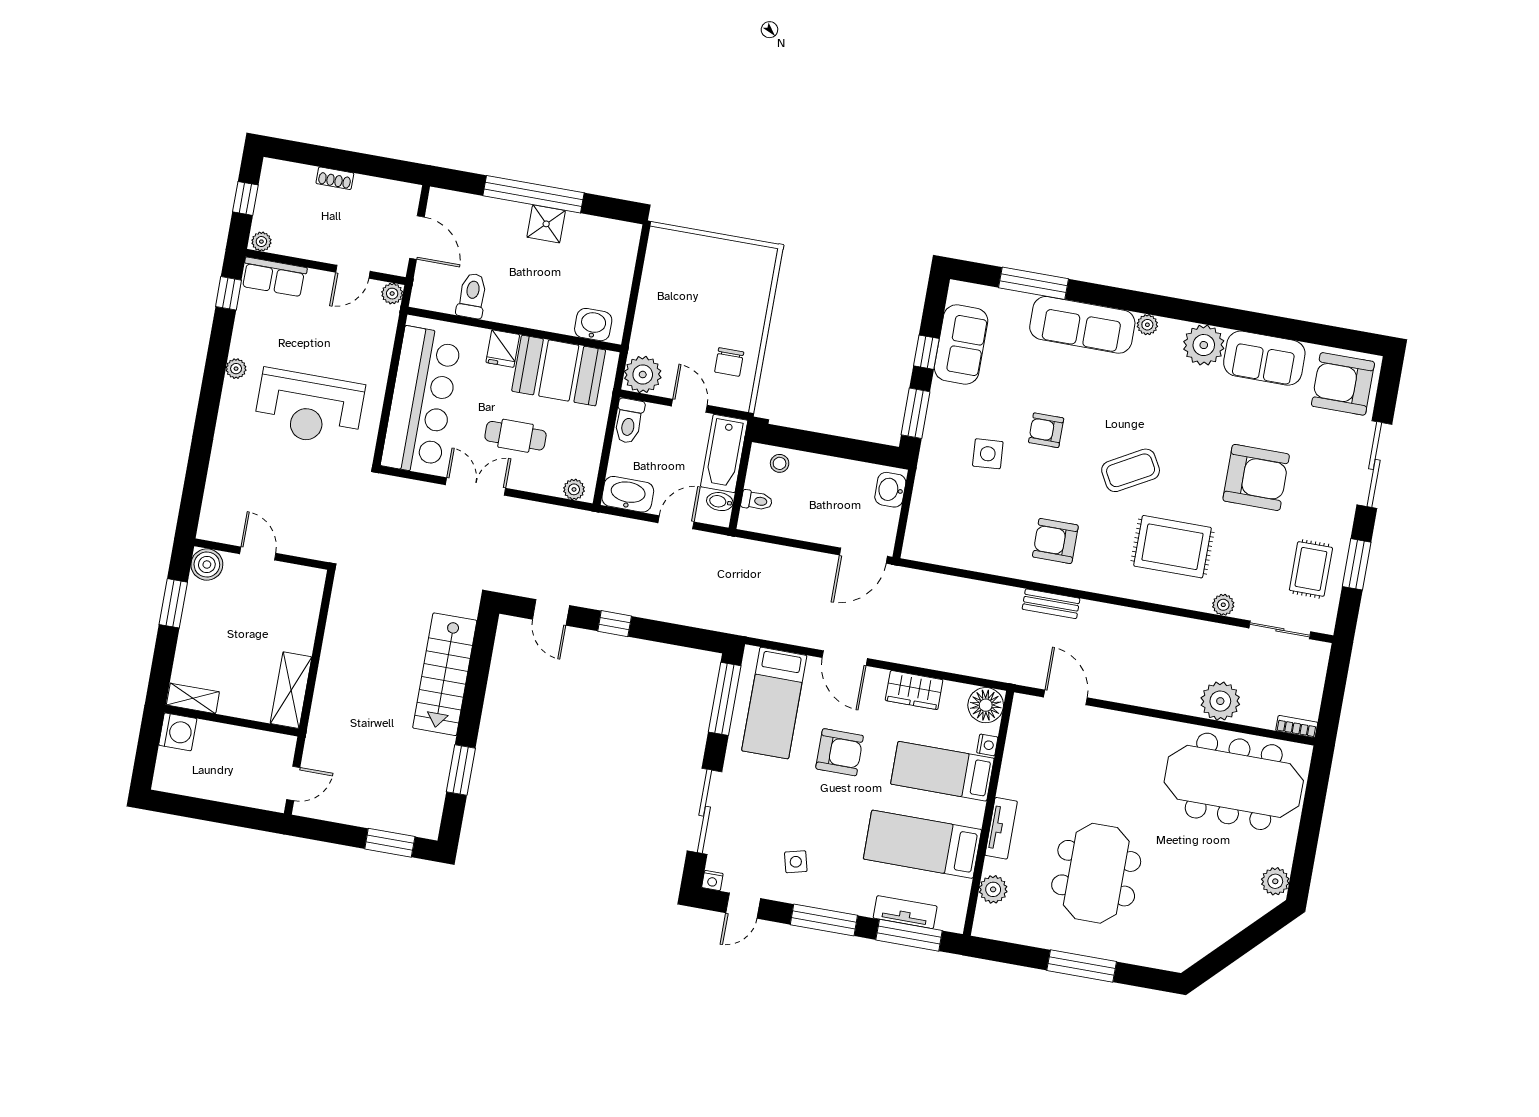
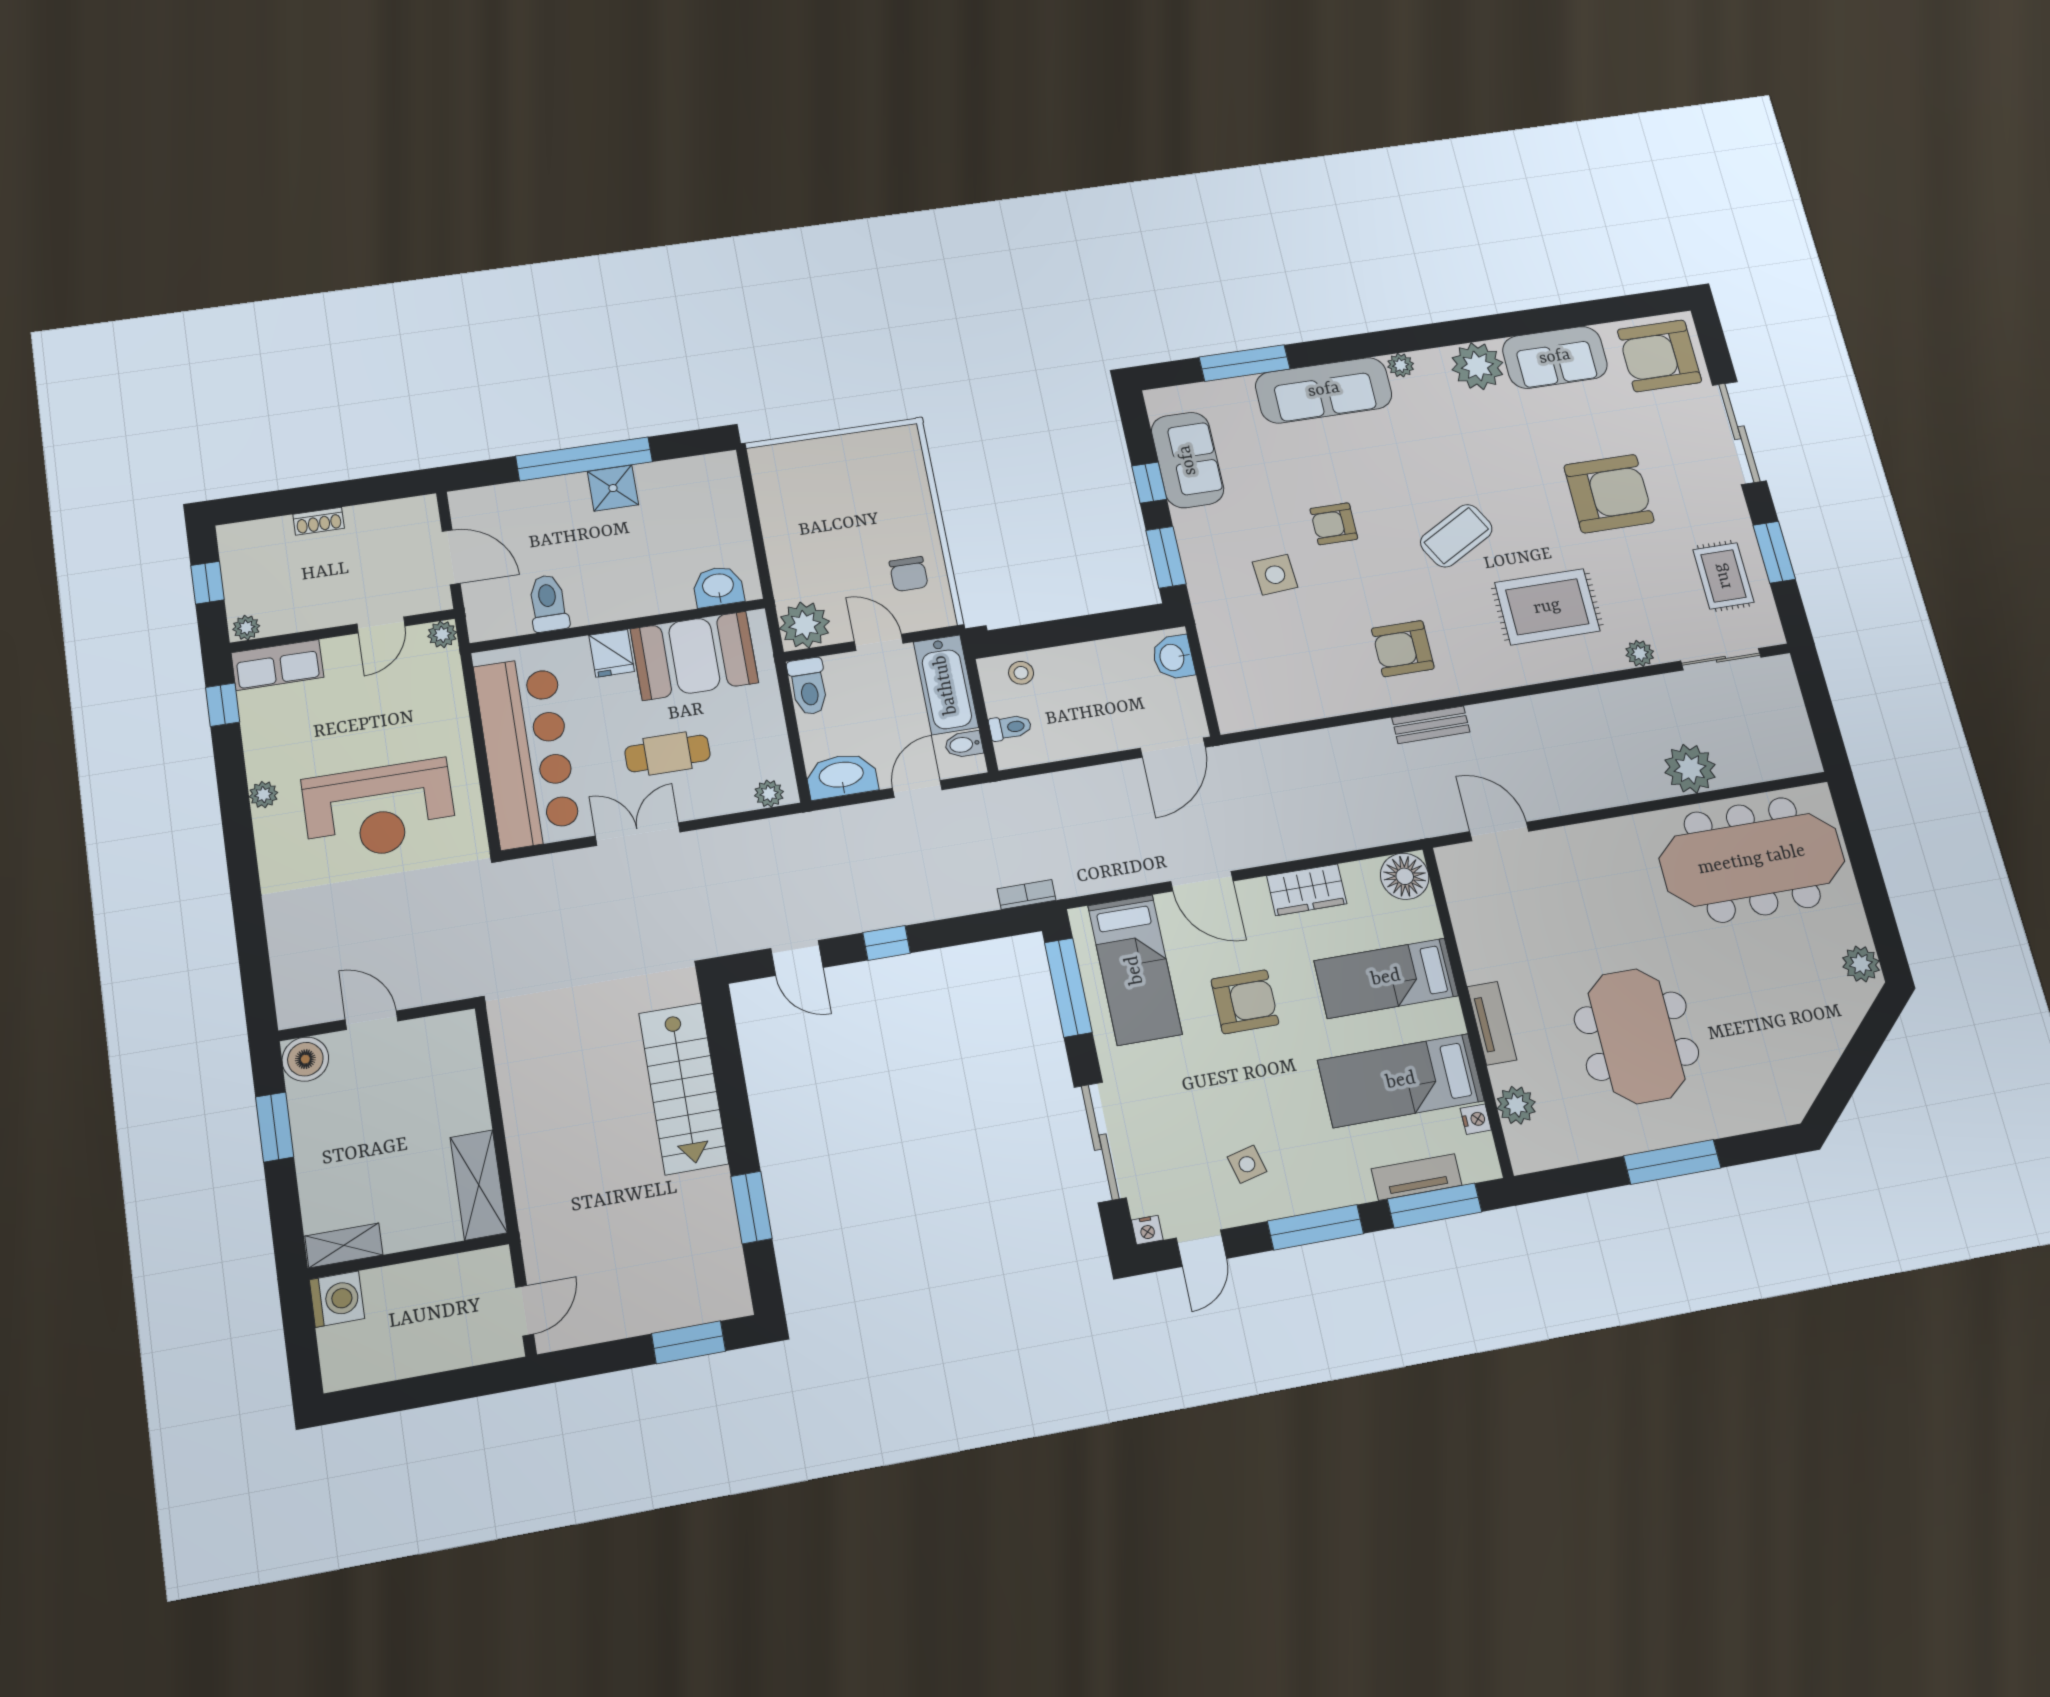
bookcase: (1297, 726) -> (1027, 894), moved
nightstand: (987, 745) -> (1476, 1119), moved

